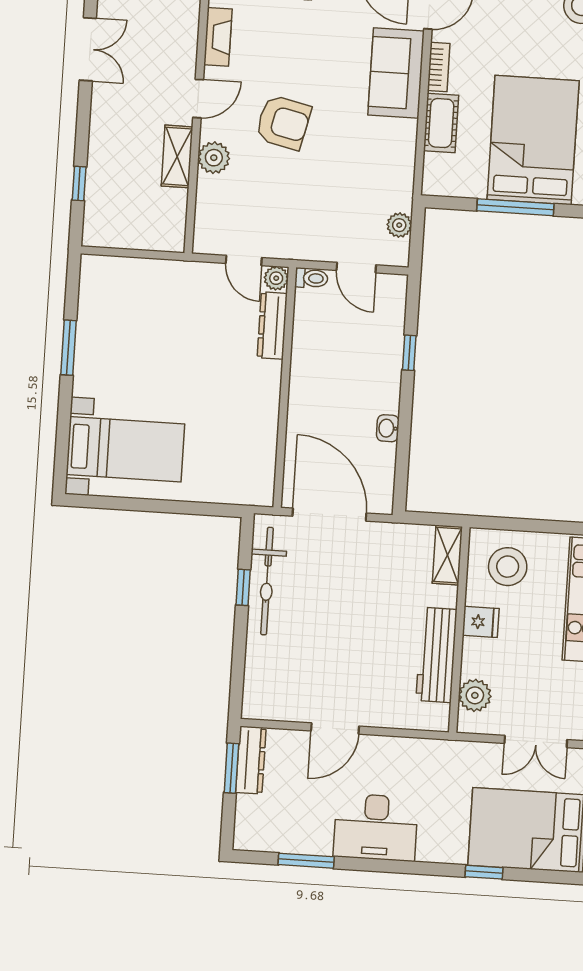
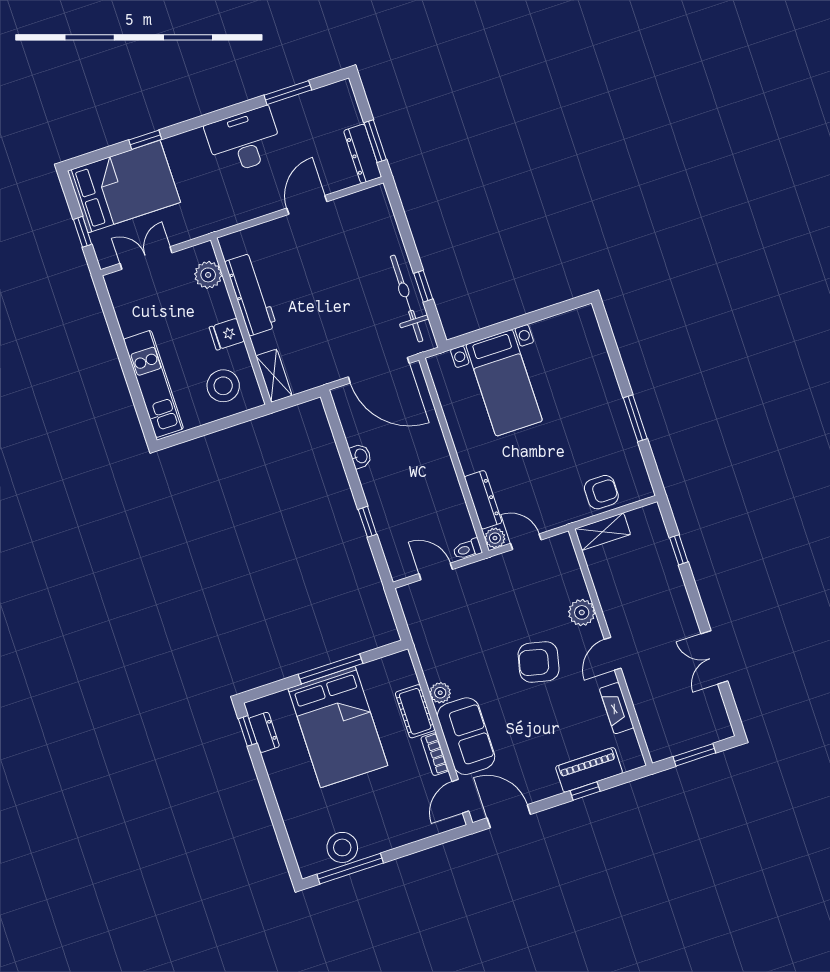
shelving: (177, 156) -> (603, 532), moved, turned 90
plant: (399, 225) -> (440, 693), moved
armchair: (139, 281) -> (601, 492), added
bed with nightstands: (125, 449) -> (504, 383), moved, turned -90

